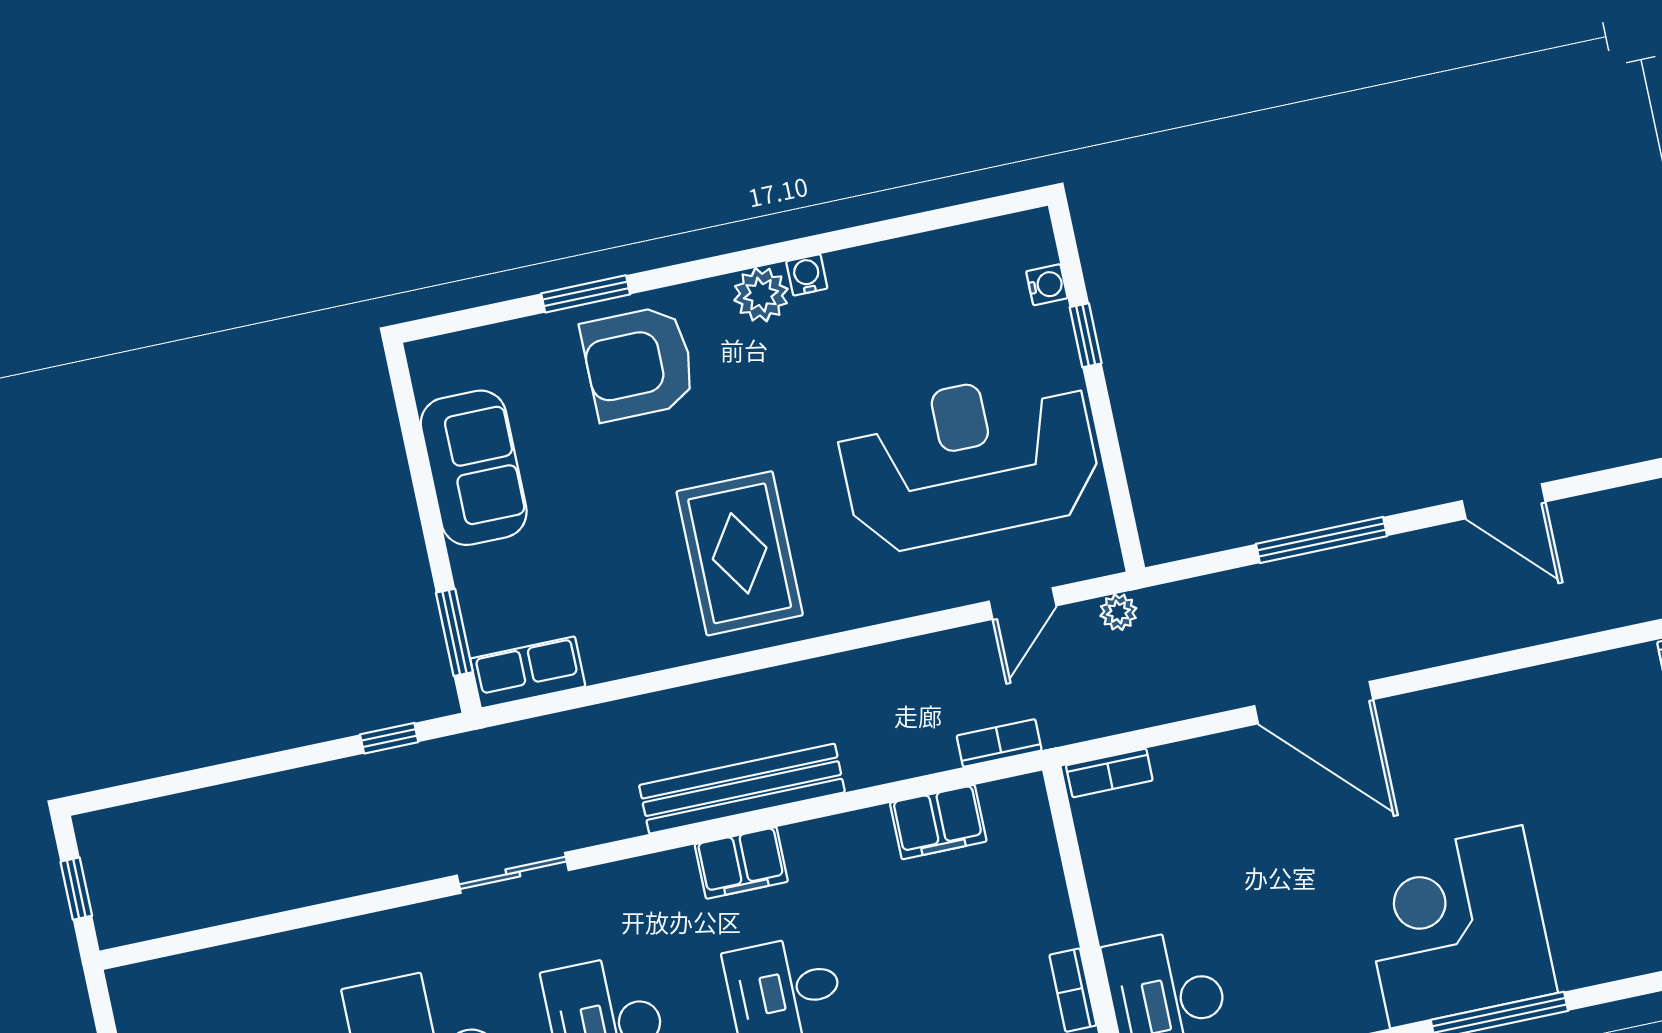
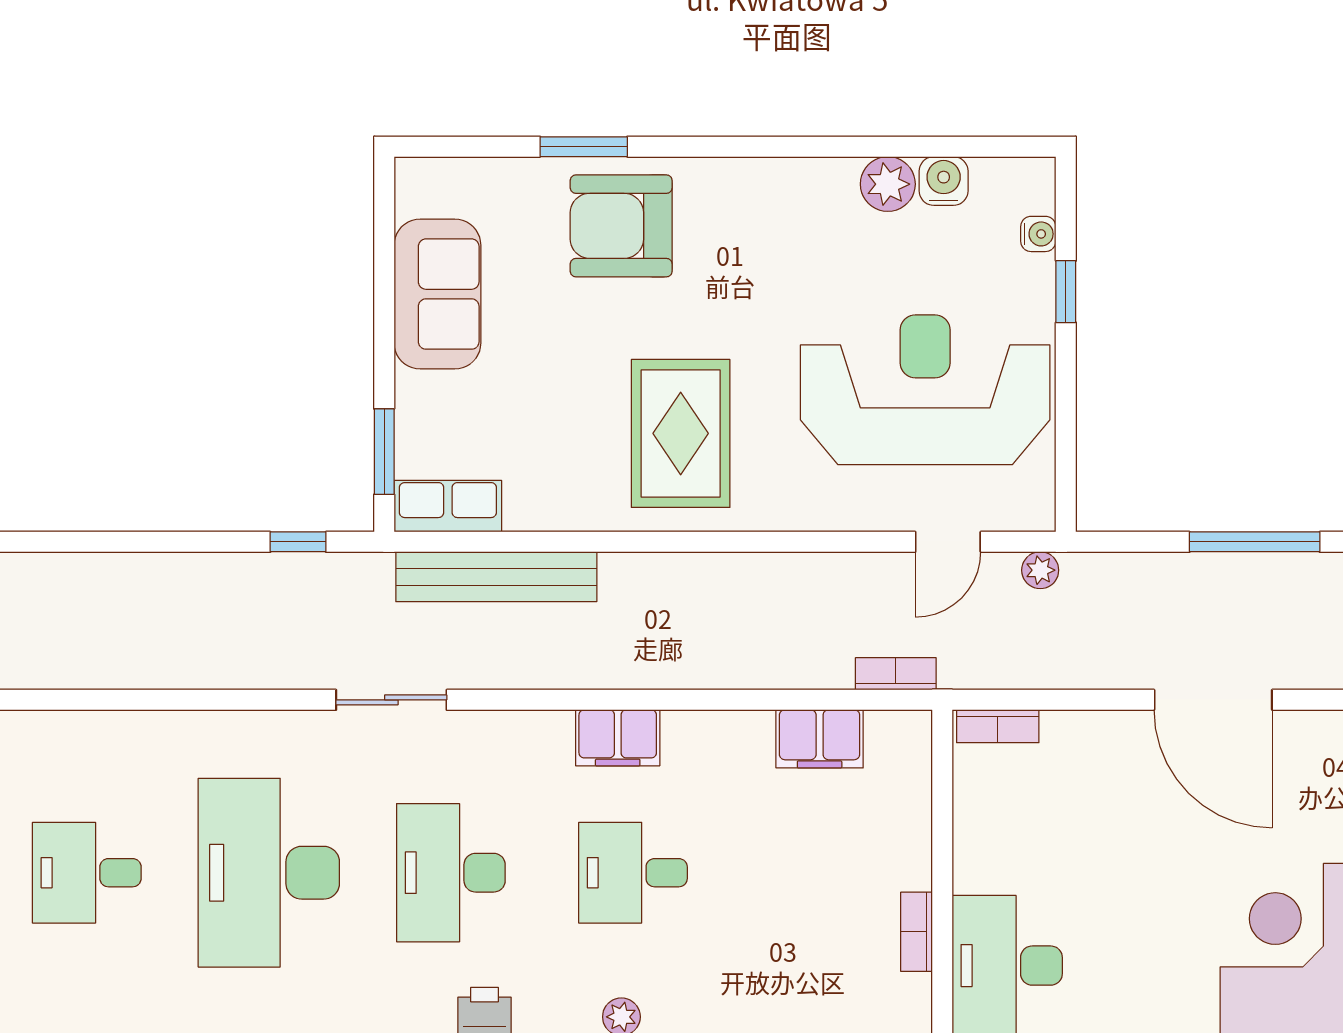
water cooler: (807, 275) -> (944, 181), moved, width x1.38, depth x1.38
plant: (761, 295) -> (888, 184), moved
bench: (742, 789) -> (496, 577), moved

